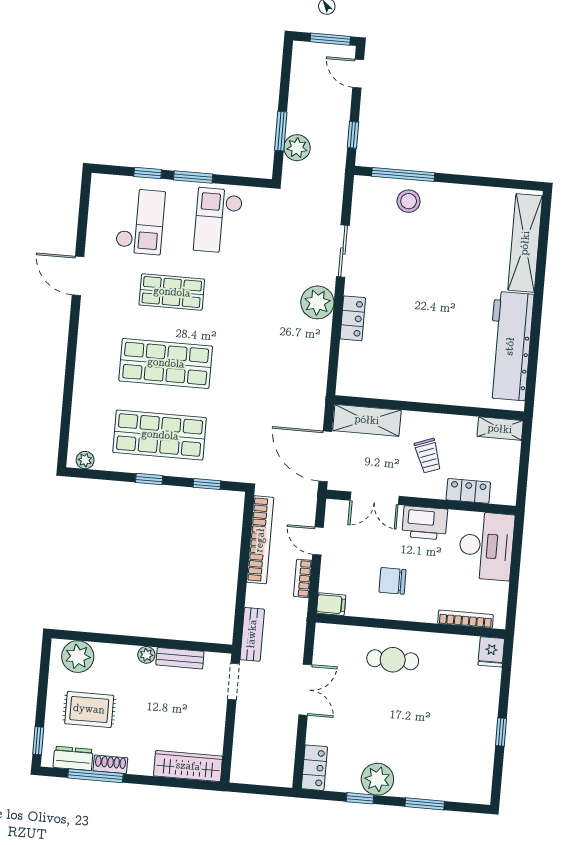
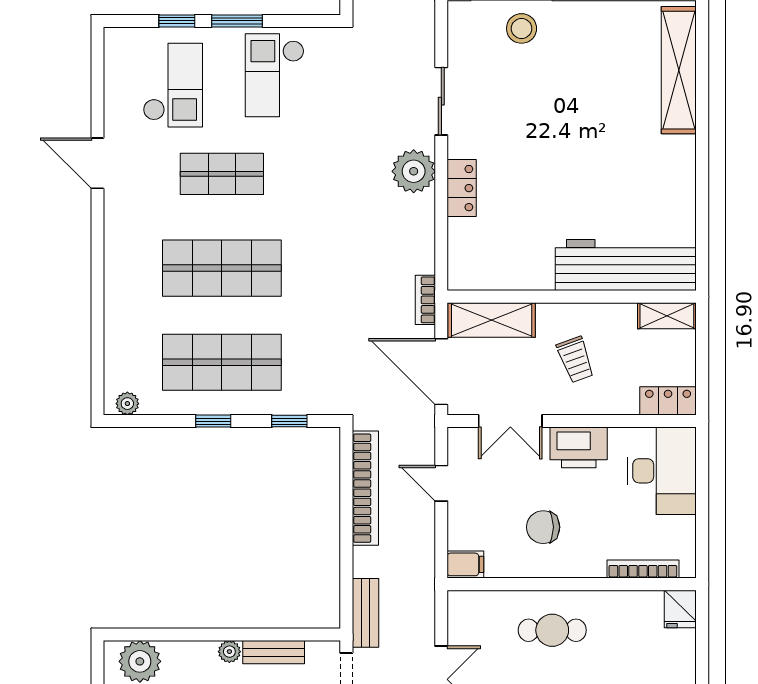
workbench: (510, 346) -> (626, 265), moved, turned 90
locker: (468, 491) -> (668, 401), moved
bookcase: (303, 578) -> (425, 300), moved

